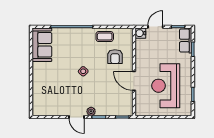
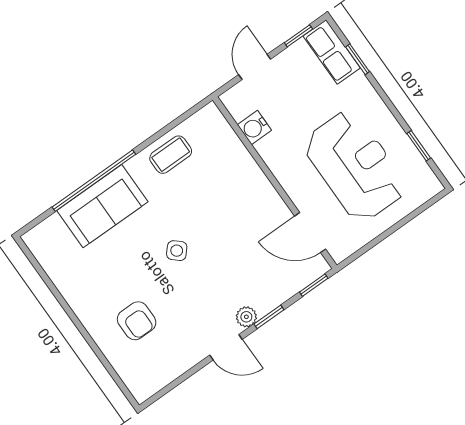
water cooler: (140, 33) -> (254, 128), moved
sofa: (42, 45) -> (102, 206), moved, turned 90
armchair: (115, 57) -> (137, 321), moved
door: (134, 81) -> (310, 233), moved
reception desk: (166, 86) -> (355, 166), turned 180

